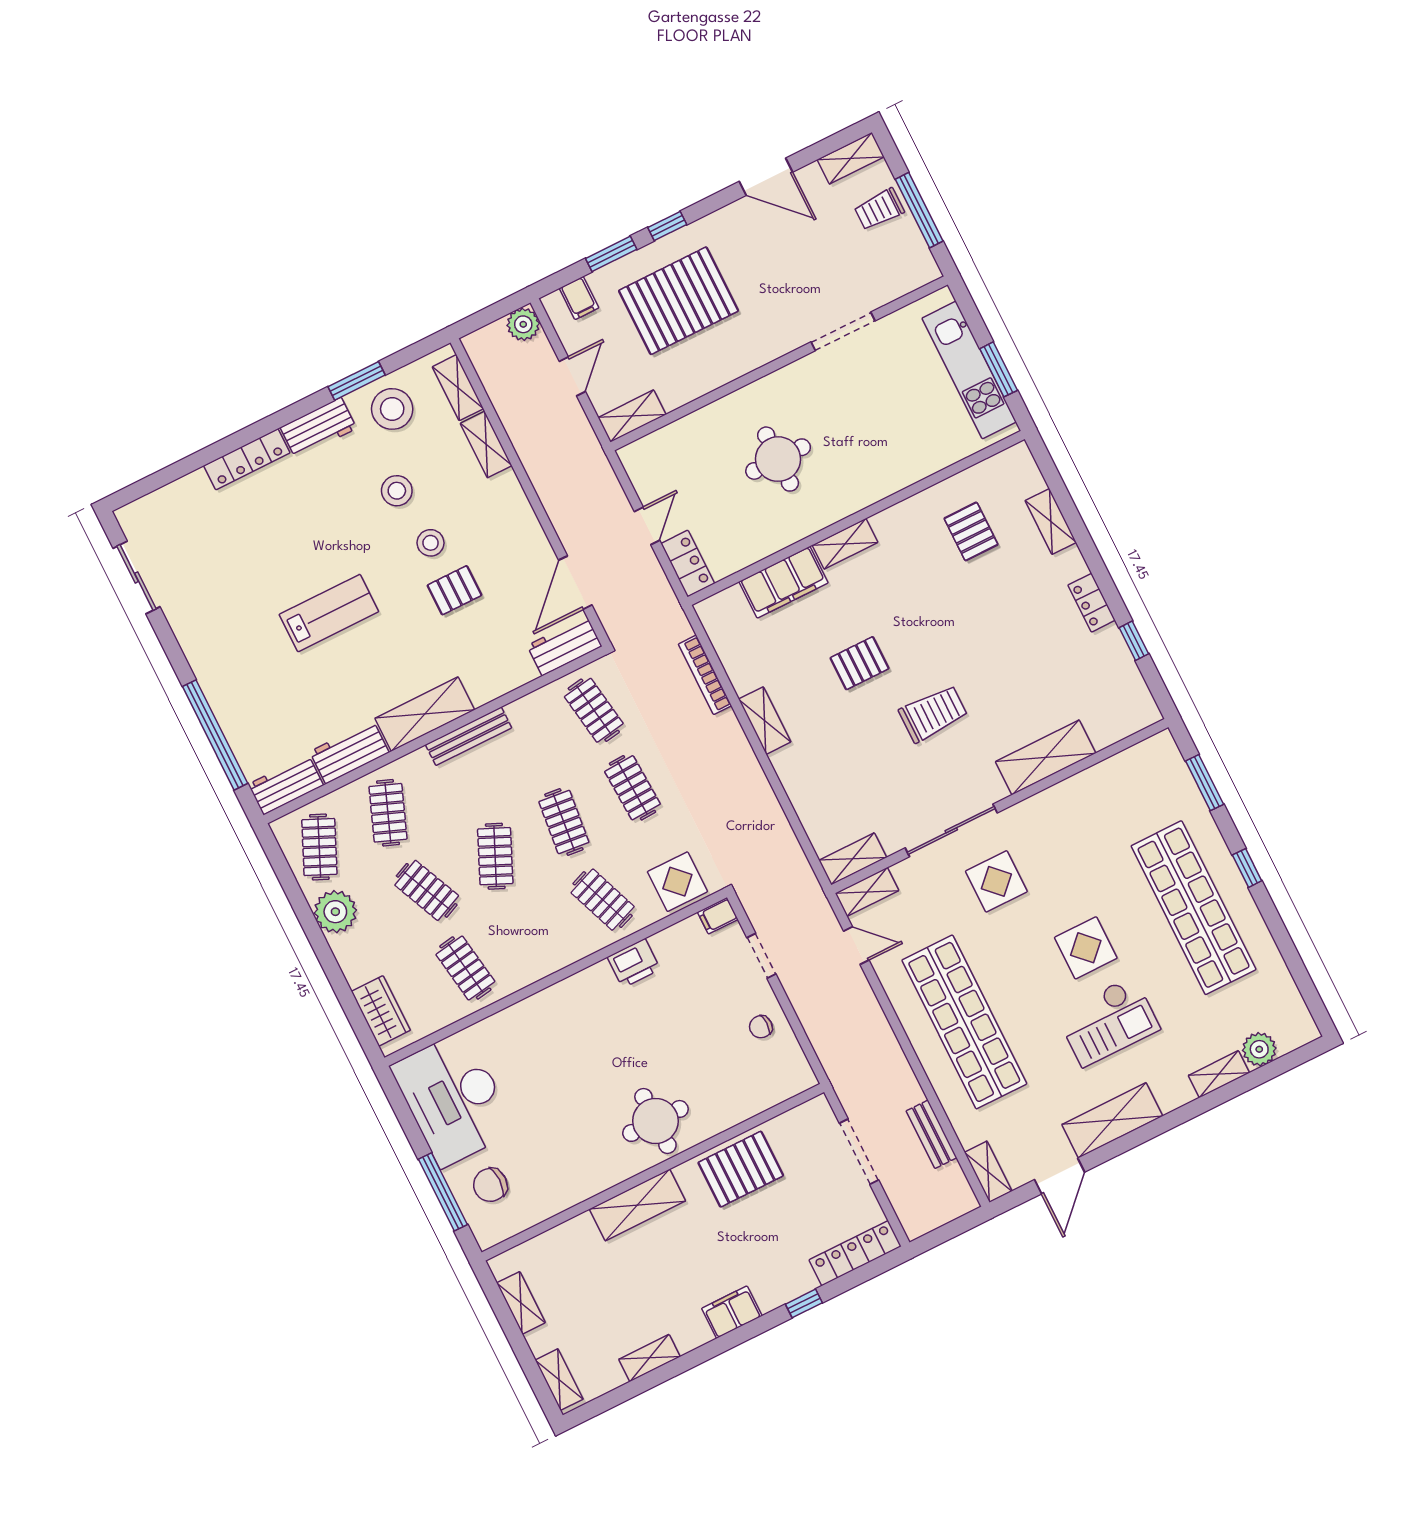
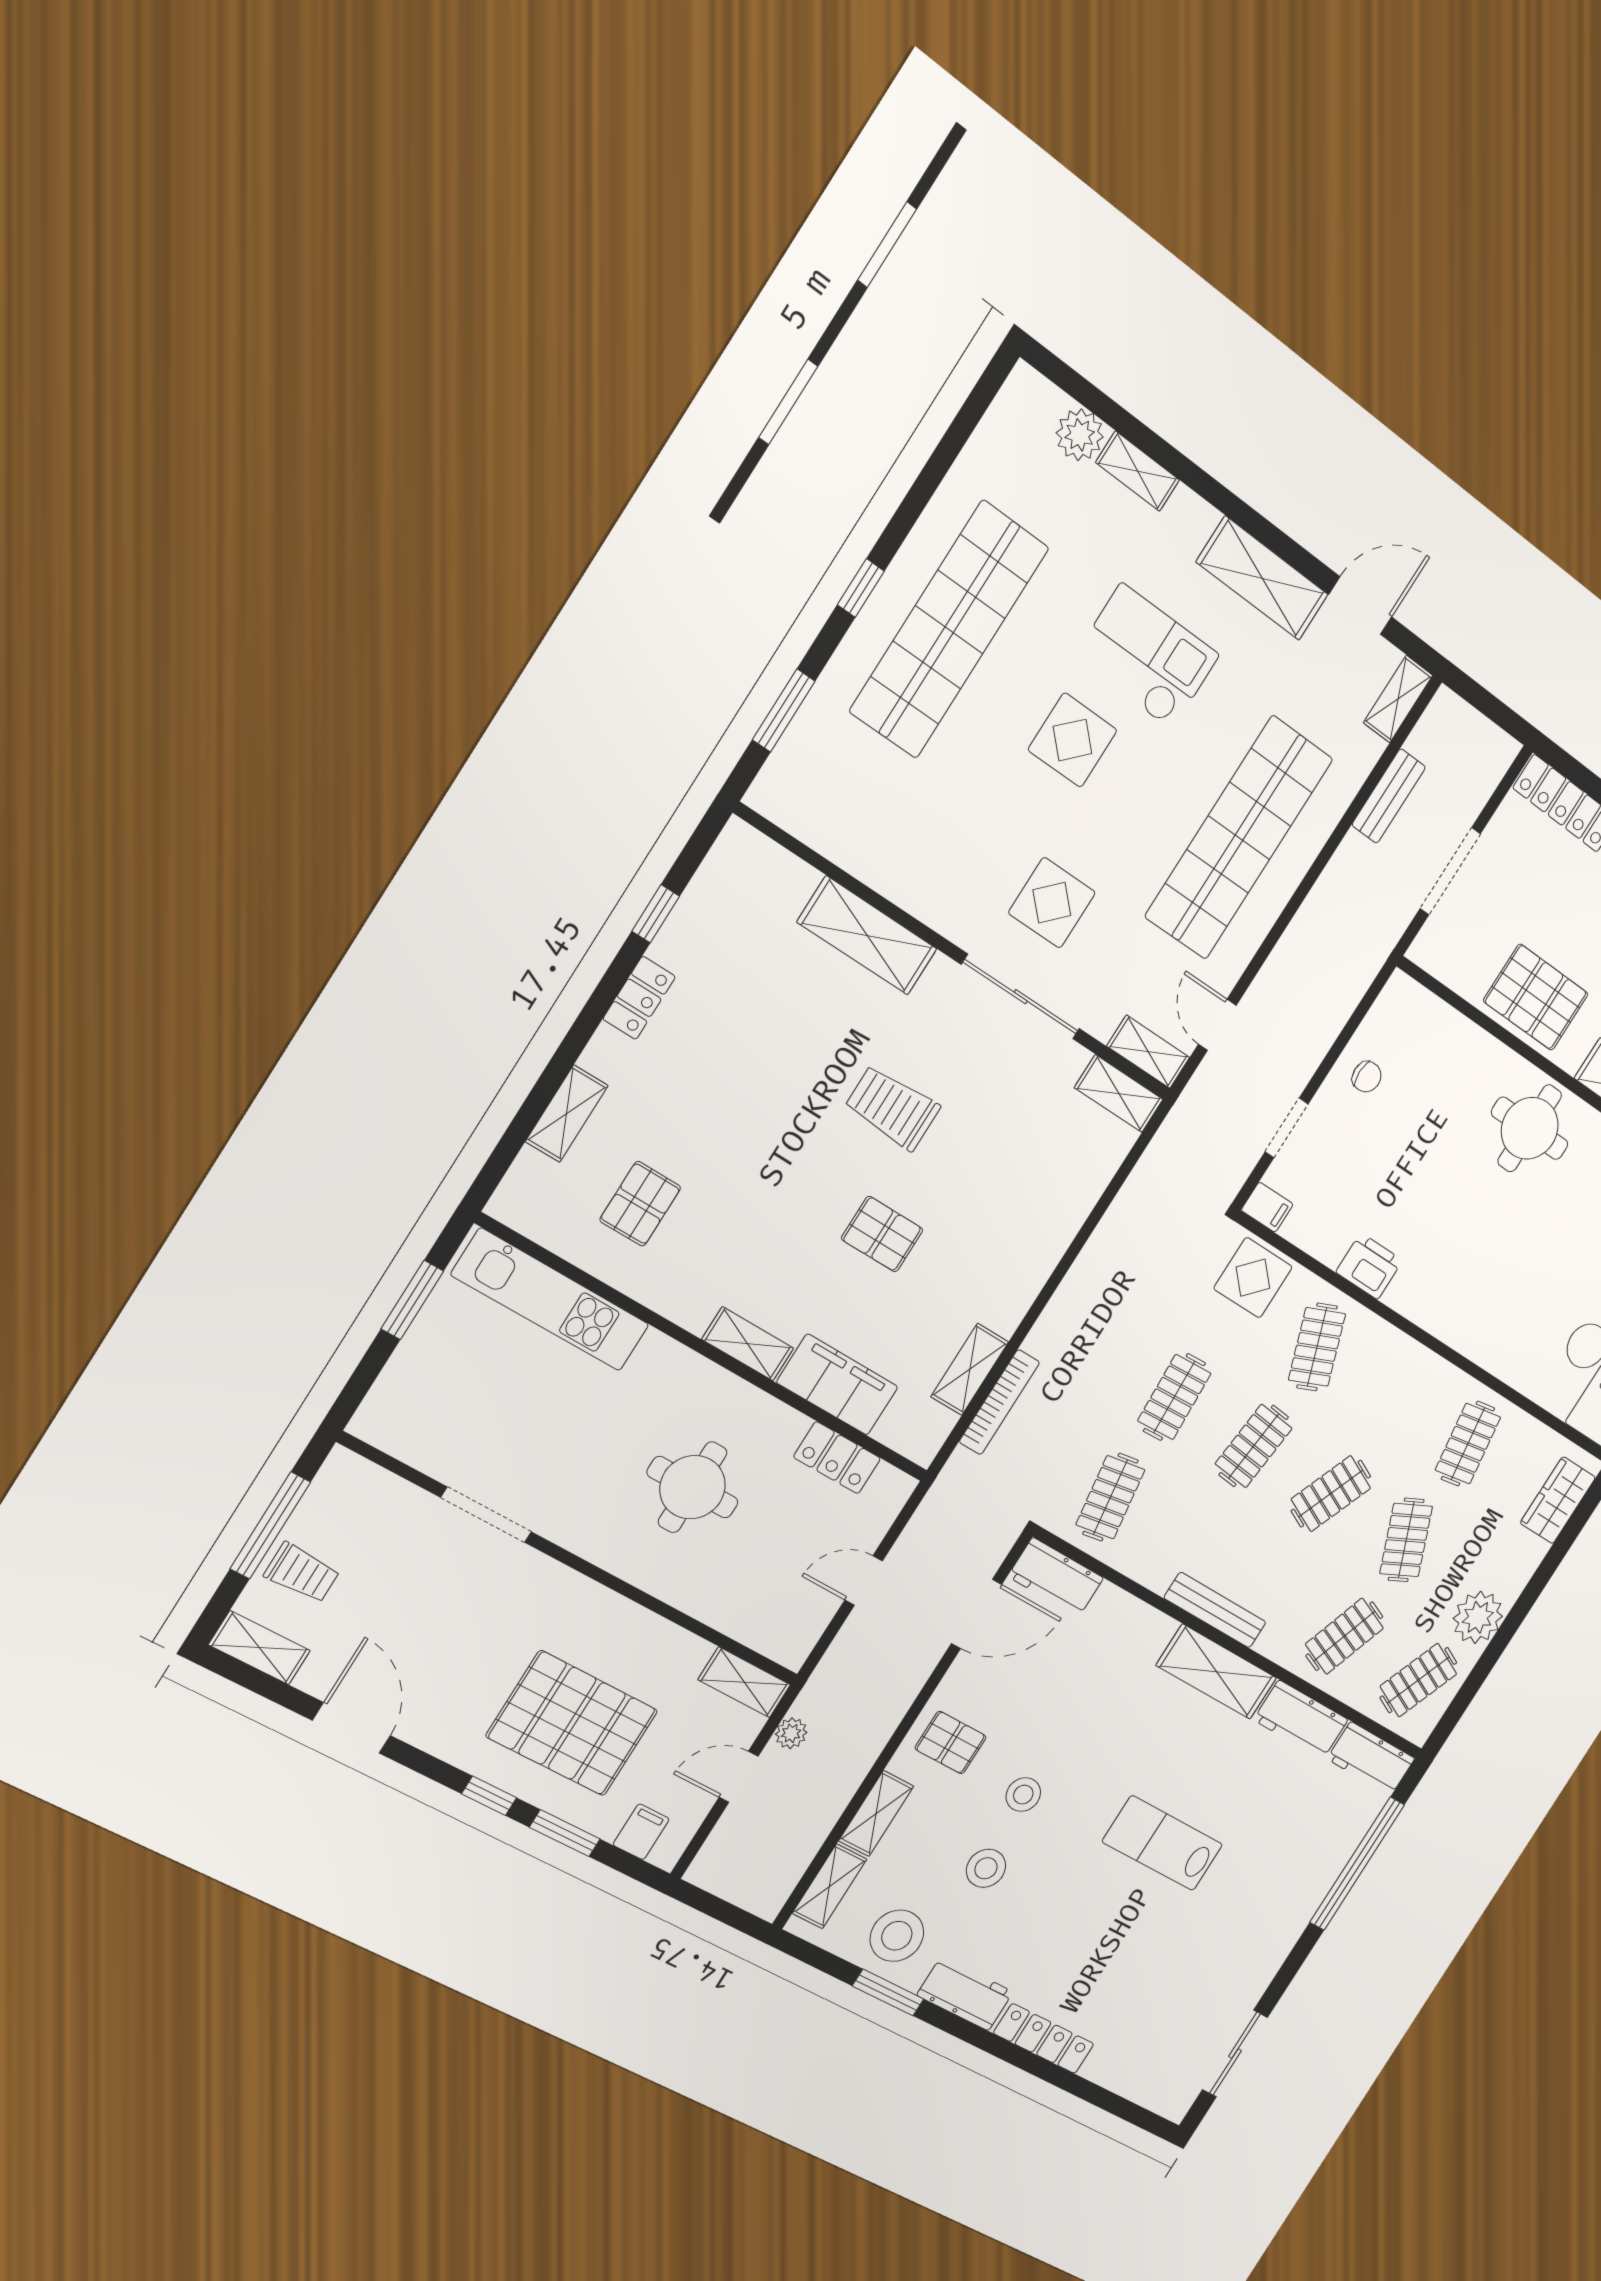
plant: (523, 324) -> (791, 1733), moved, width x0.73, depth x0.73
kitchen unit: (969, 370) -> (551, 1300), moved, turned 90
locker: (688, 563) -> (837, 1458), moved, turned -90
pallet: (454, 590) -> (951, 1743), moved
shelving: (765, 721) -> (970, 1369), moved

